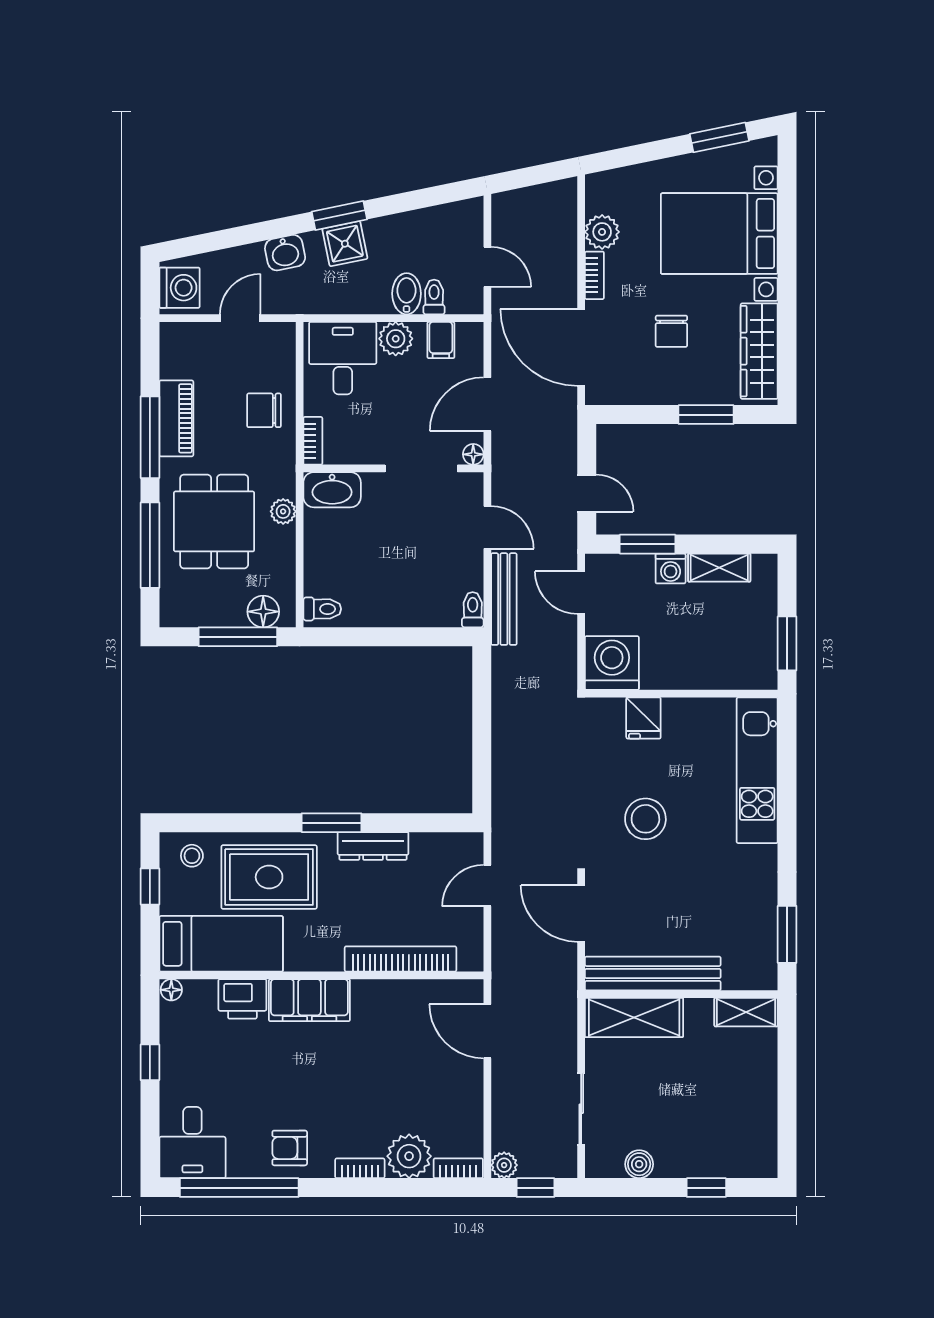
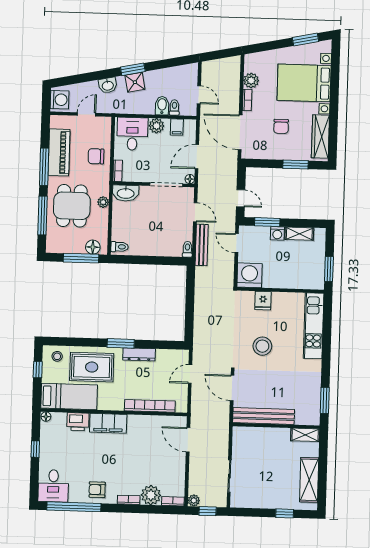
piano: (176, 418) -> (59, 152), width x1.37, depth x1.33
shelving: (634, 1018) -> (309, 480), moved, turned 90
boiler: (639, 1164) -> (255, 502), removed

